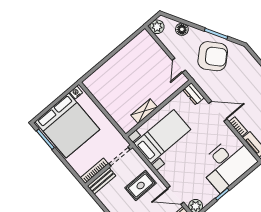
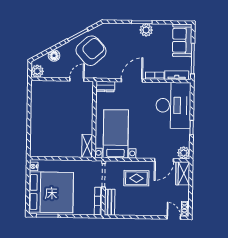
door: (179, 65) -> (77, 80), swing flipped
shelving: (144, 111) -> (87, 146), moved
rug: (141, 186) -> (136, 178), turned 90

